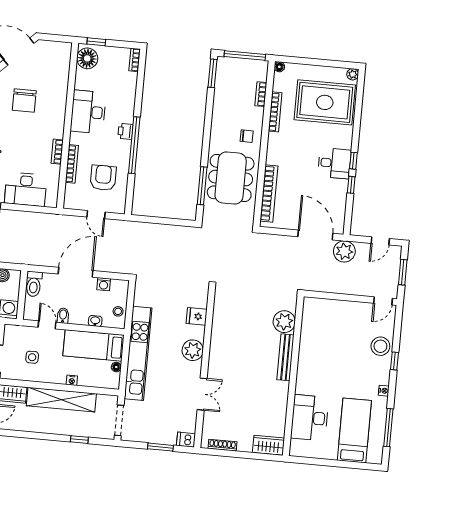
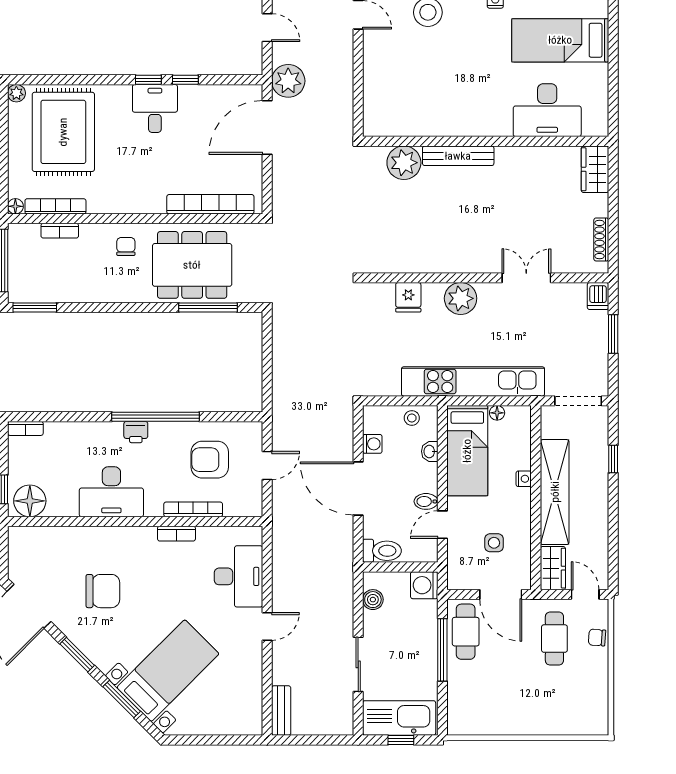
bookcase: (275, 112) -> (55, 206), moved

